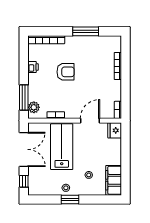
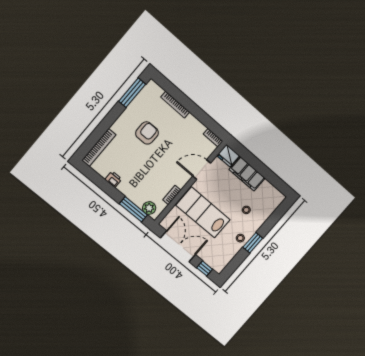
window: (86, 31) -> (132, 93), moved
armchair: (66, 72) -> (147, 133), moved
door: (90, 121) -> (202, 170), hinge flipped
filing cabinet: (114, 180) -> (247, 174), moved

